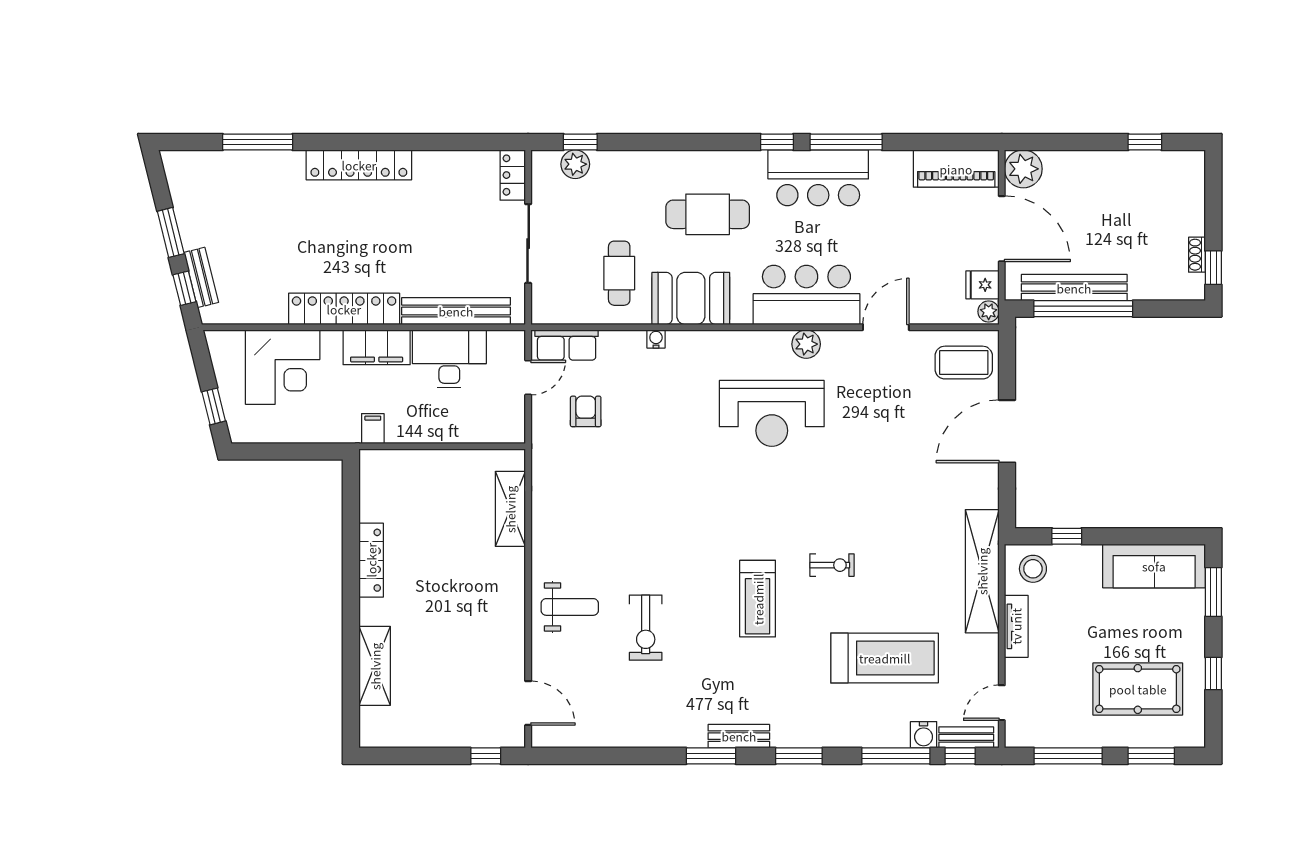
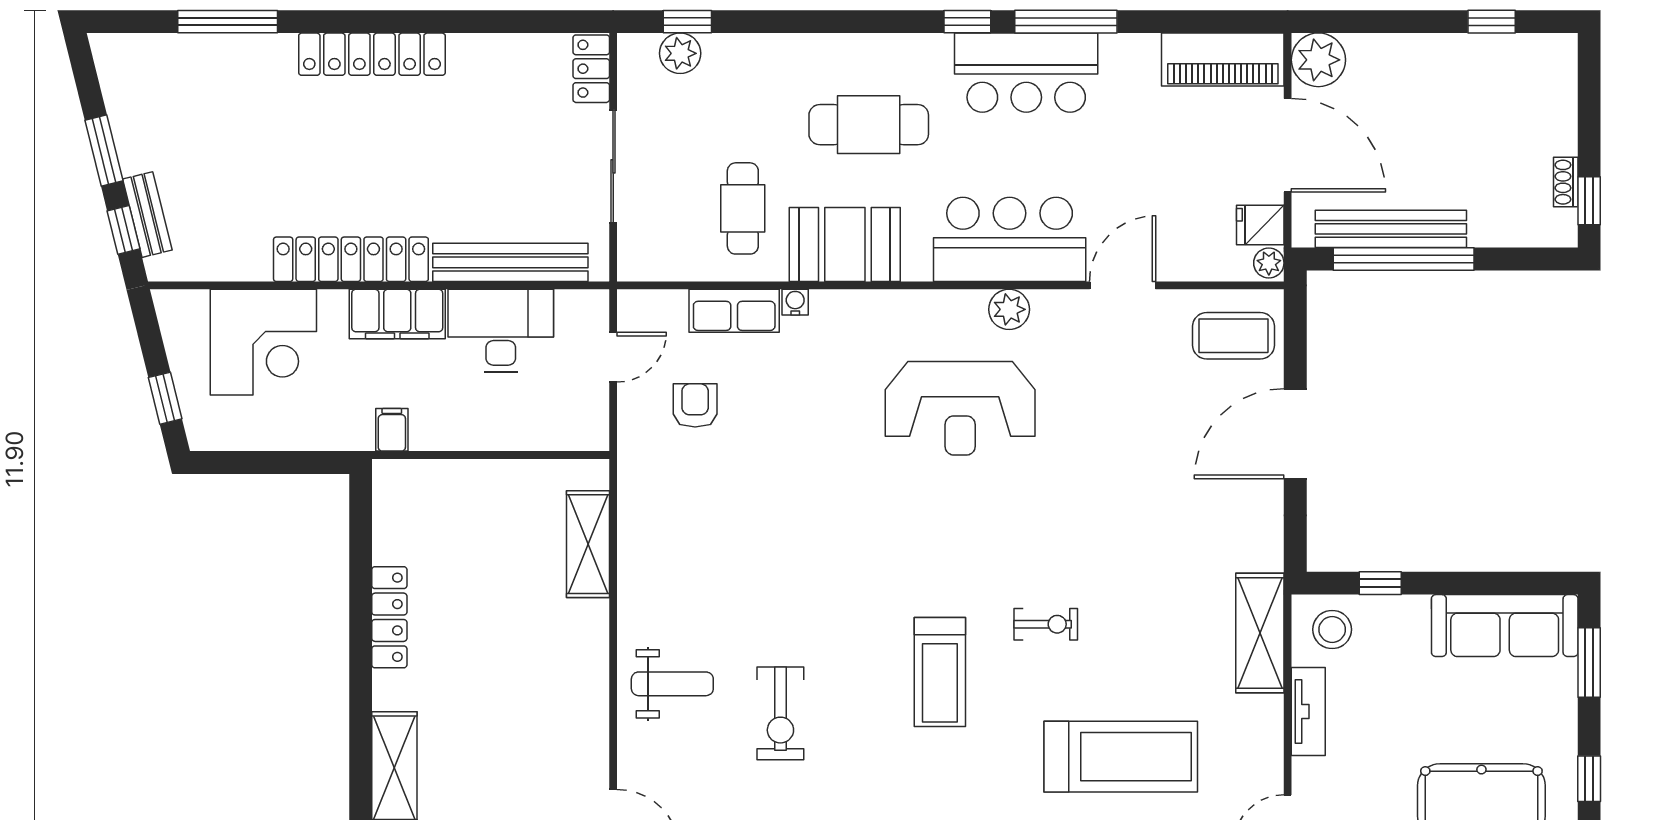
row of seats: (567, 345) -> (734, 311), moved
shelving: (982, 571) -> (1260, 633), width x0.68

